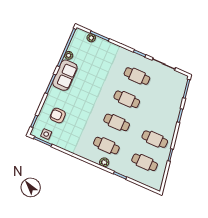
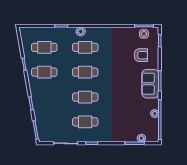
sofa: (65, 75) -> (150, 84), moved

